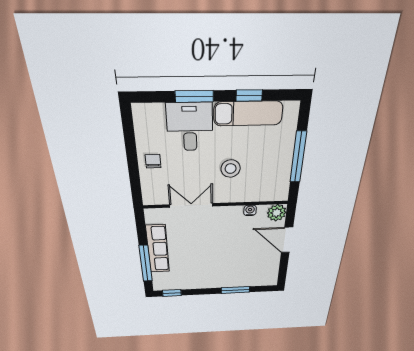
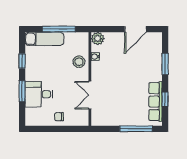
exam couch: (248, 114) -> (44, 39), moved, turned 90
stool: (231, 169) -> (79, 62), moved
door: (287, 240) -> (135, 29), moved
row of seats: (158, 249) -> (156, 102), moved, turned -90
window: (172, 293) -> (165, 99), moved

